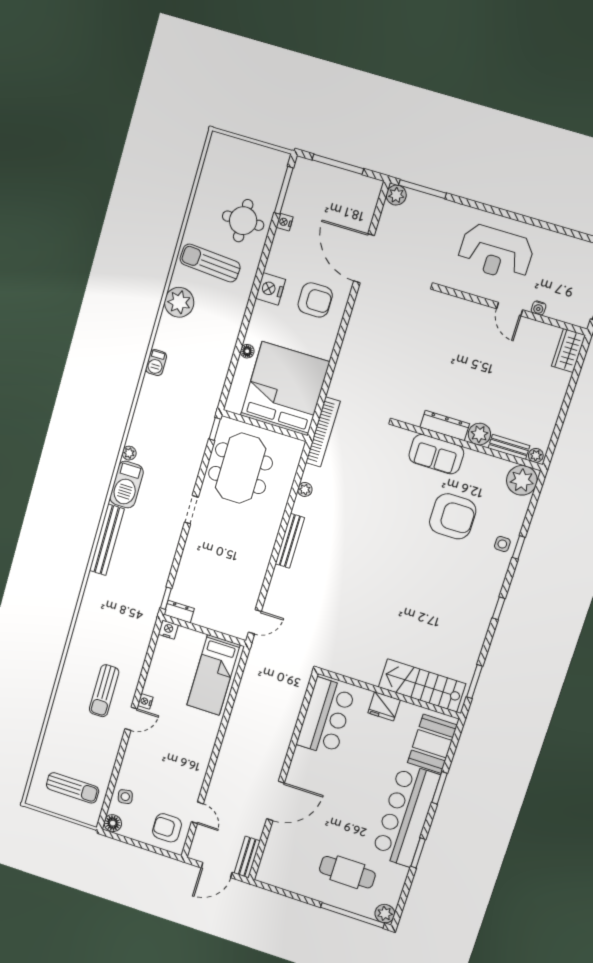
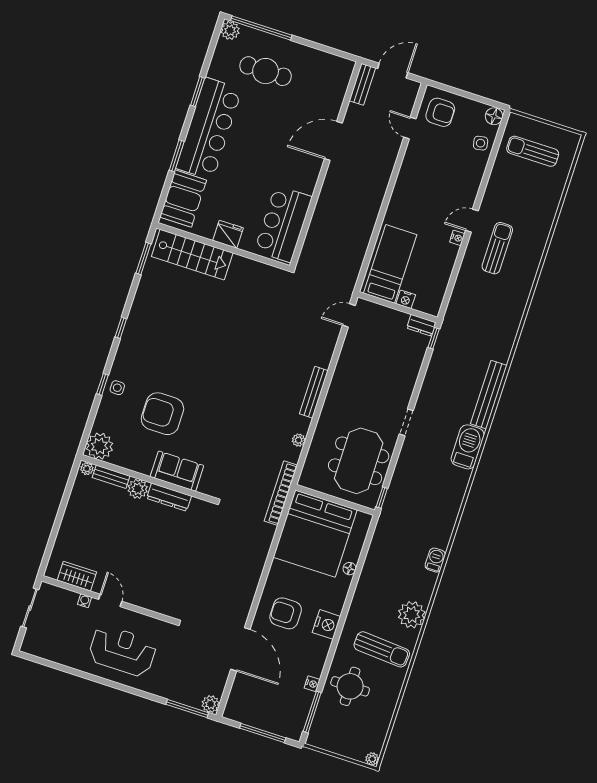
wardrobe: (568, 351) -> (77, 576), moved, turned -90
plant: (129, 453) -> (372, 759), moved
nightstand: (168, 630) -> (406, 299), moved

